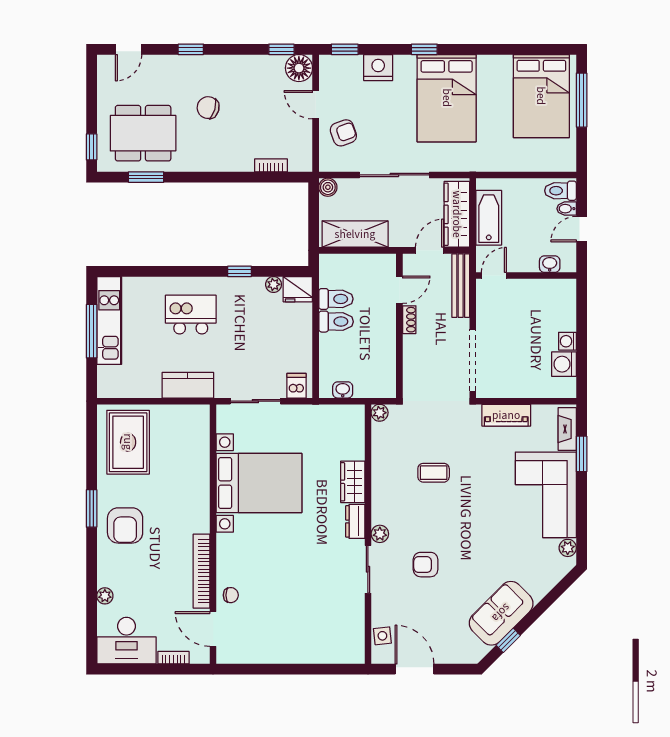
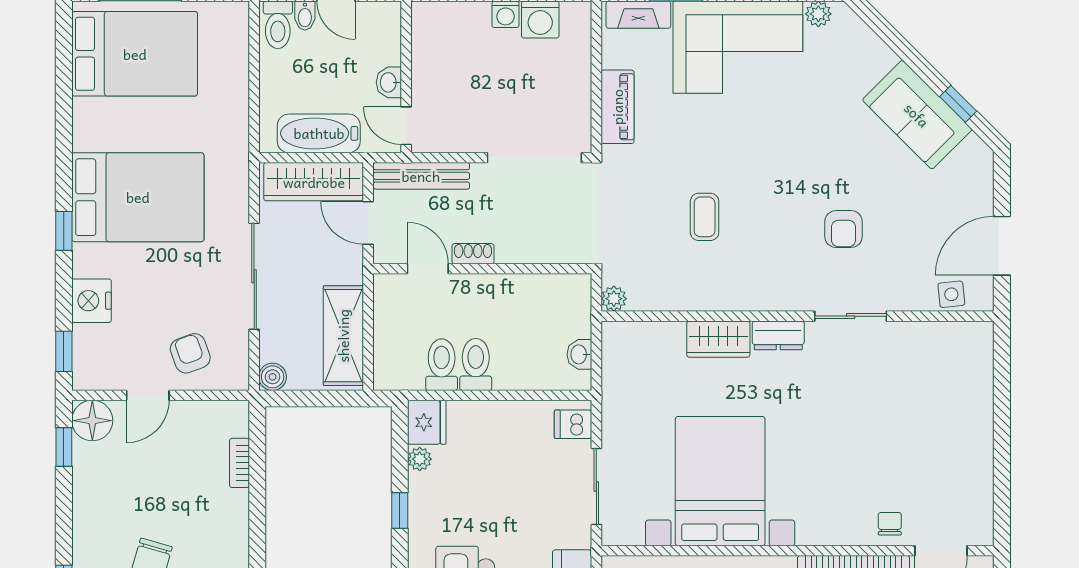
washbasin: (550, 264) -> (389, 82), moved
plant: (380, 534) -> (797, 298), removed

